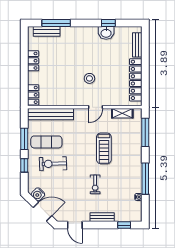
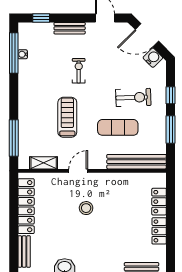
locker: (33, 95) -> (159, 202), moved
exercise mat: (46, 142) -> (118, 127), moved
window: (145, 179) -> (14, 53), moved

